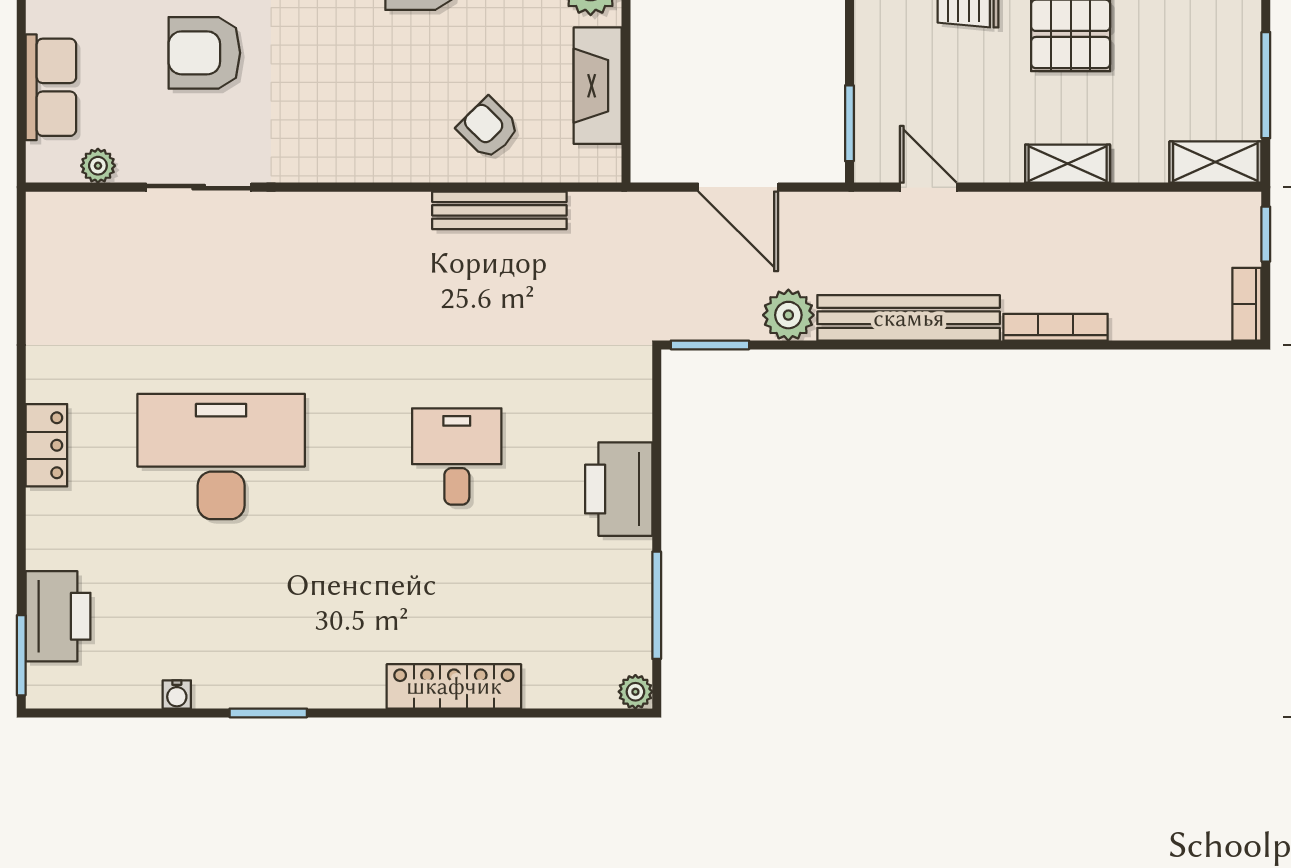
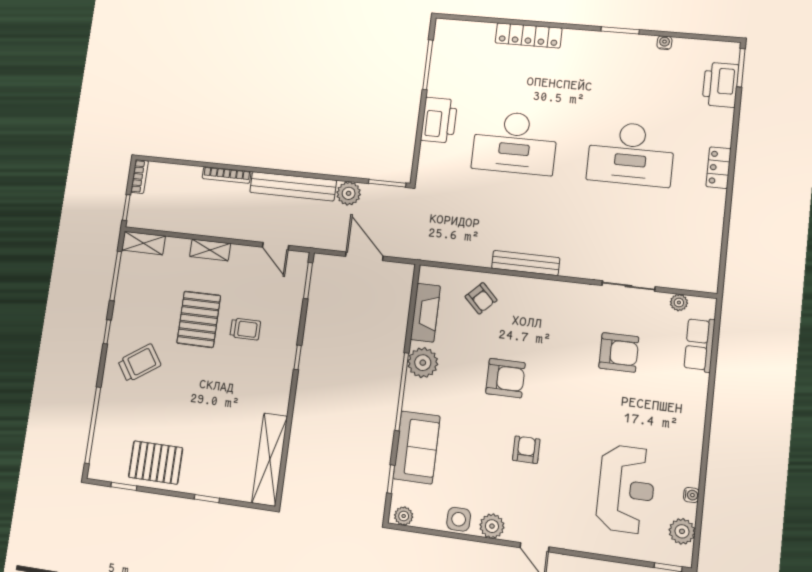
bench: (499, 210) -> (526, 263), moved
desk: (457, 457) -> (515, 143), width x1.87, depth x1.30
plant: (635, 692) -> (443, 26), removed

